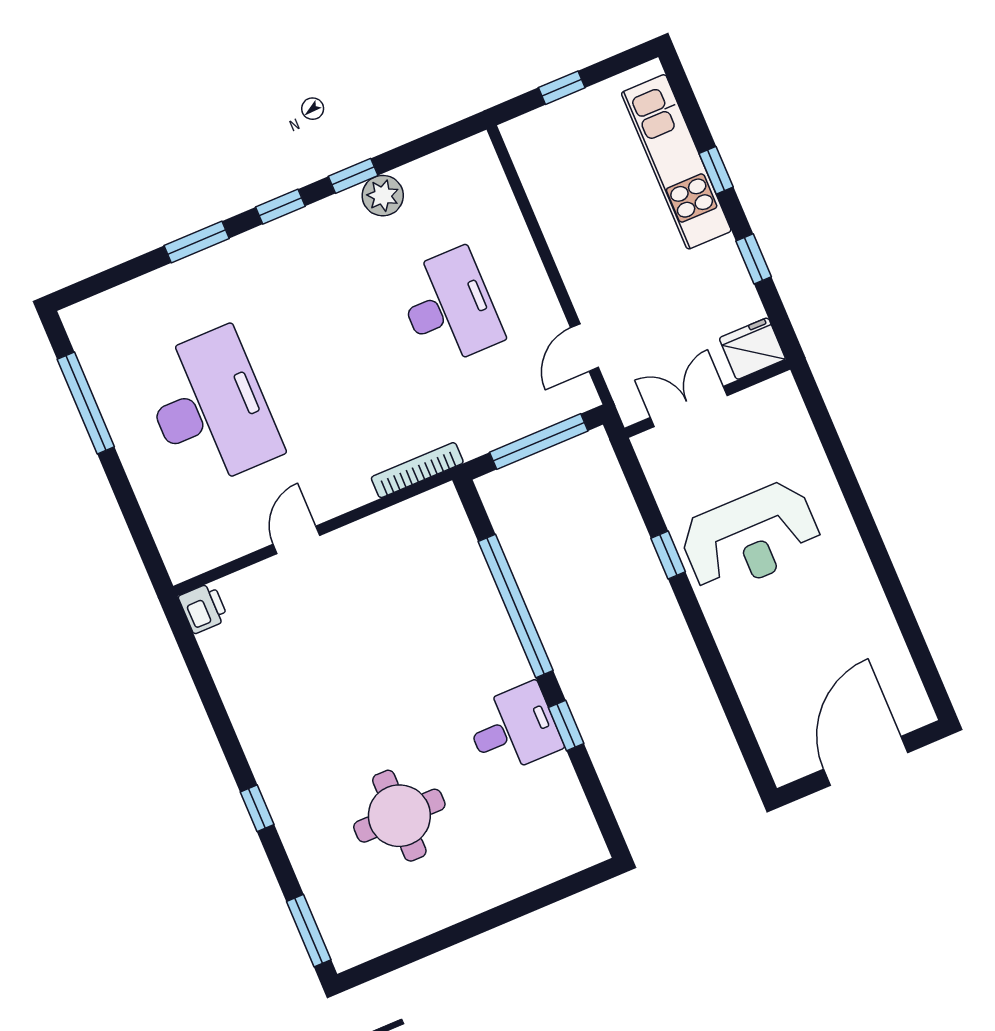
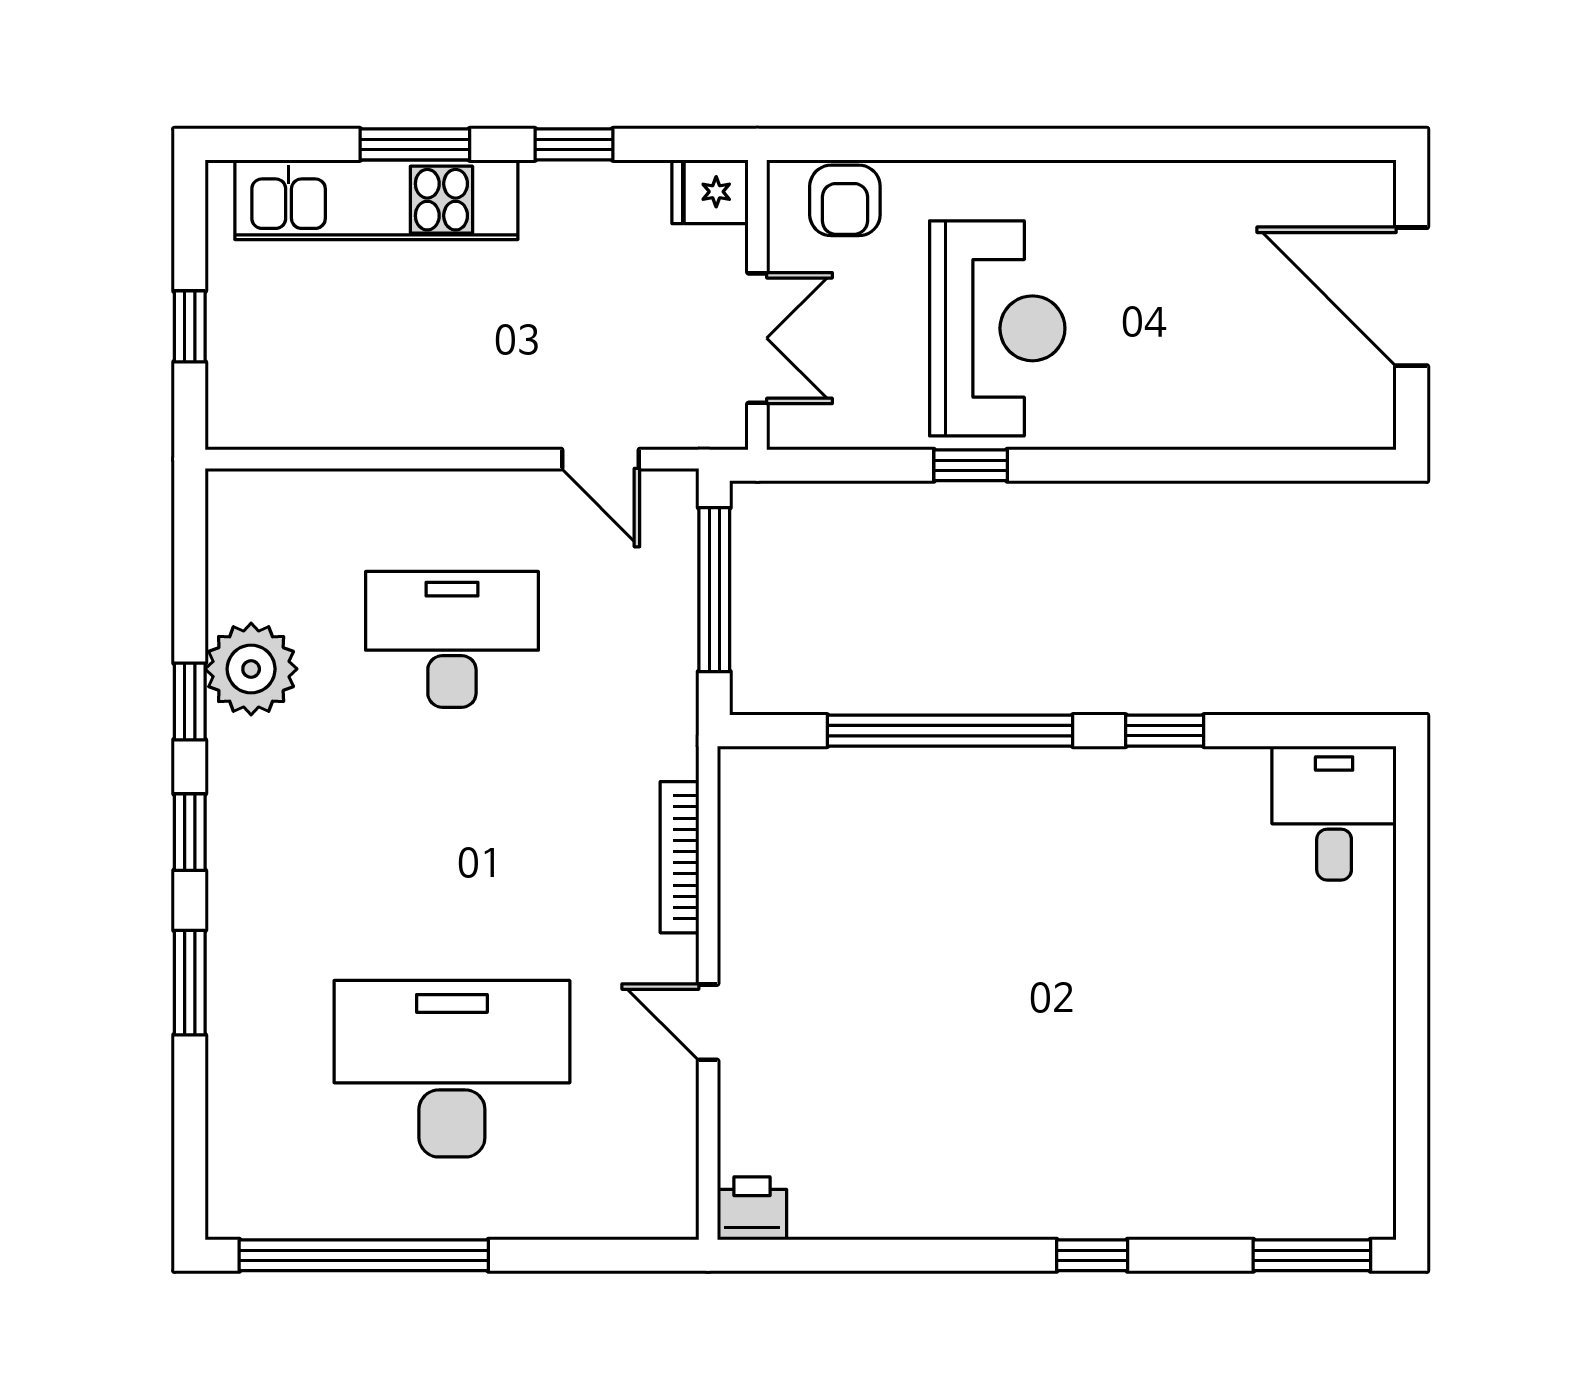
window: (716, 170) -> (415, 144), width x1.50
plant: (383, 196) -> (251, 669), width x1.36, depth x1.36
fridge: (752, 349) -> (710, 192), width x0.72
window: (86, 403) -> (364, 1255), width x1.46
double door: (689, 406) -> (757, 338), swing flipped
armchair: (786, 423) -> (845, 200), added
bookcase: (417, 470) -> (679, 857), moved
desk: (514, 729) -> (1334, 813), moved
round table: (399, 816) -> (1195, 1043), removed

